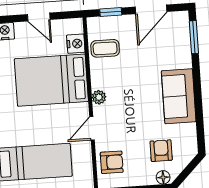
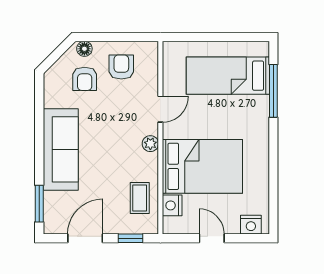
coffee table: (105, 48) -> (140, 198), turned 90
sofa: (179, 96) -> (61, 149), width x1.36
armchair: (112, 162) -> (121, 67), moved, turned 90

